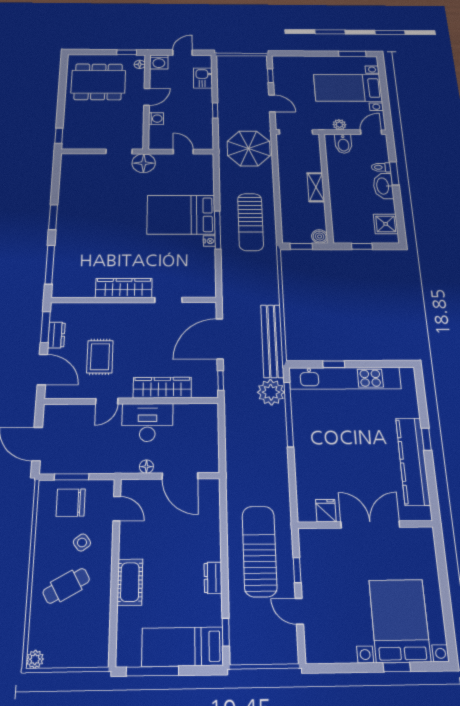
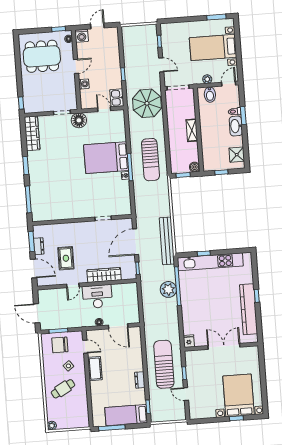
kitchen sink: (203, 78) -> (117, 98), moved
wardrobe: (124, 288) -> (32, 133), moved, turned 90
plant: (271, 392) -> (168, 289), moved
fridge: (326, 511) -> (189, 341), moved
cot: (130, 582) -> (95, 369), moved

